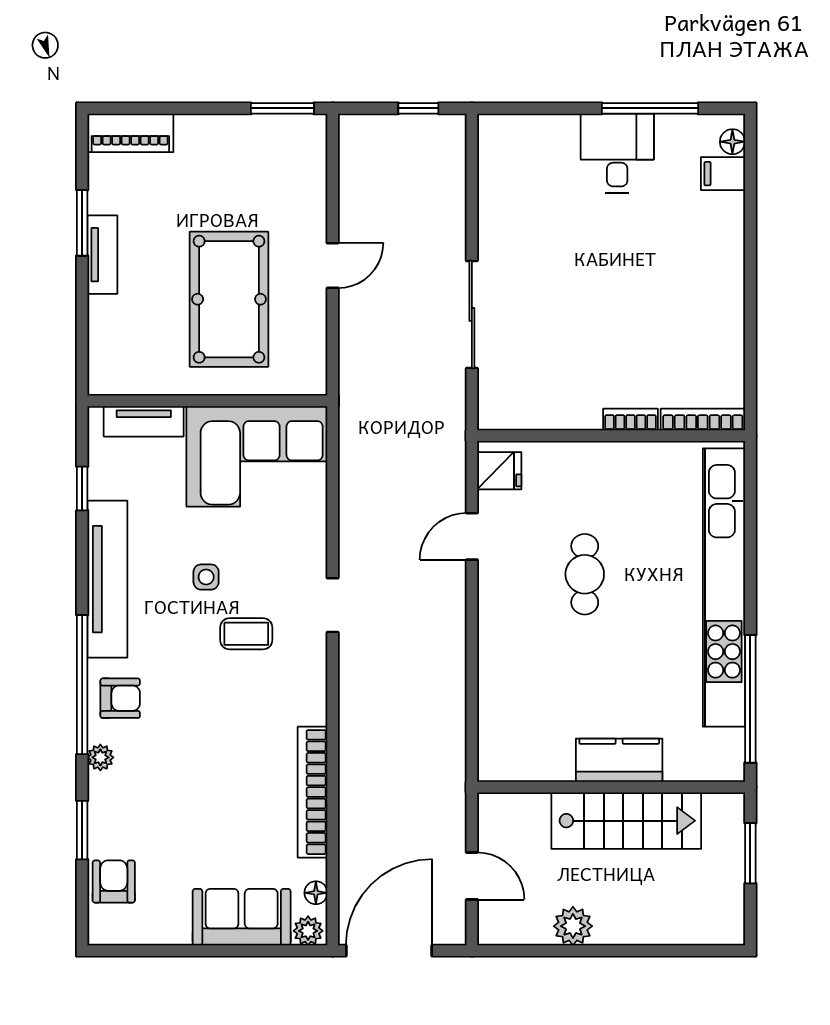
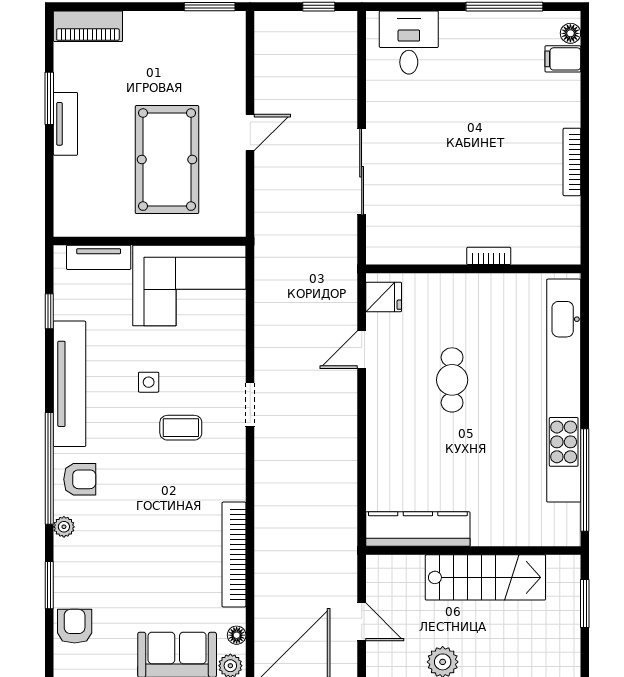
desk: (617, 153) -> (409, 43), moved
bookcase: (703, 420) -> (572, 162), moved, turned -90
kitchen counter: (619, 760) -> (418, 529), moved, width x1.50

